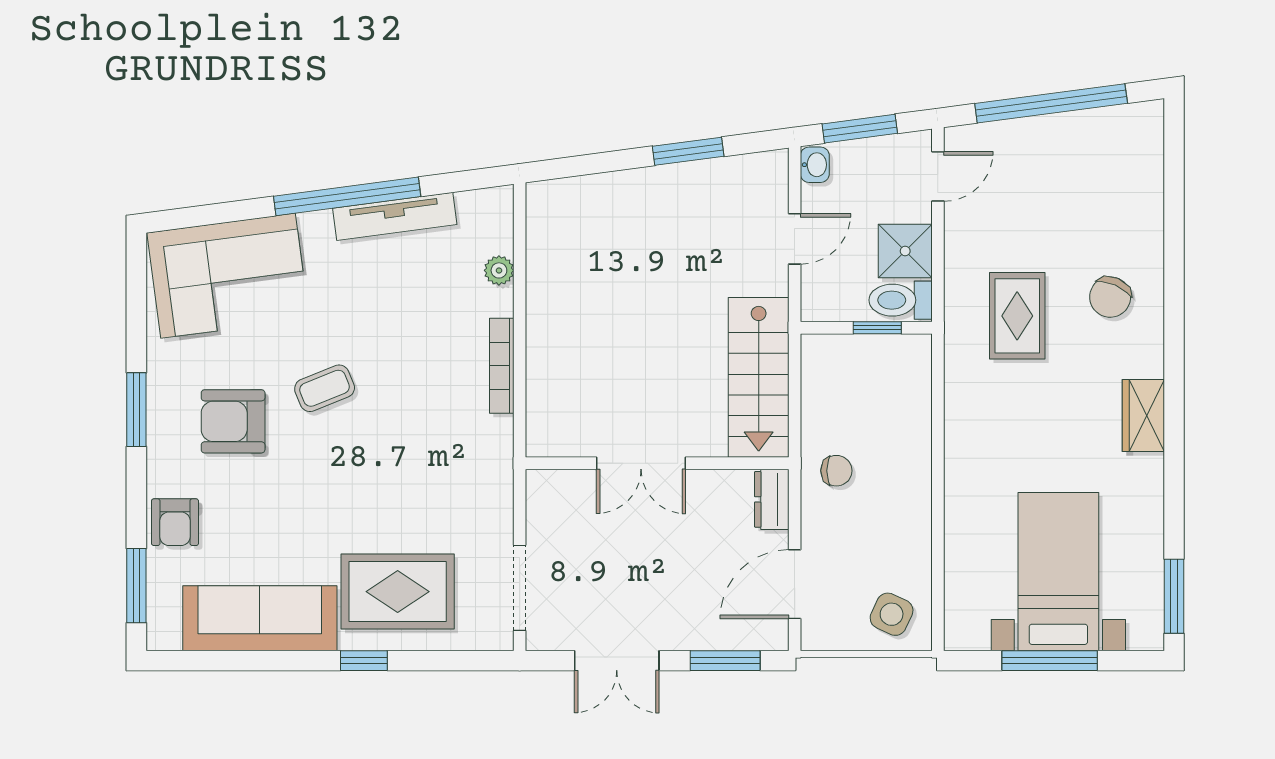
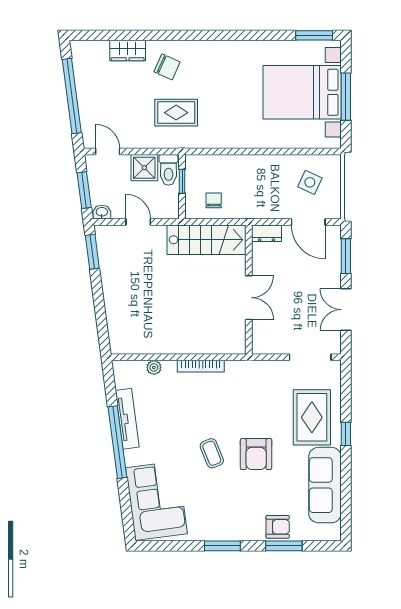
window: (688, 151) -> (92, 252), moved
wardrobe: (1143, 416) -> (128, 51), moved
armchair: (233, 421) -> (256, 454), moved
chair: (836, 471) -> (214, 200), moved
bed with nightstands: (1058, 572) -> (302, 92), width x1.36
window: (136, 586) -> (284, 546), moved
side table: (892, 614) -> (310, 182), moved
double door: (617, 661) -> (346, 310), swing flipped

